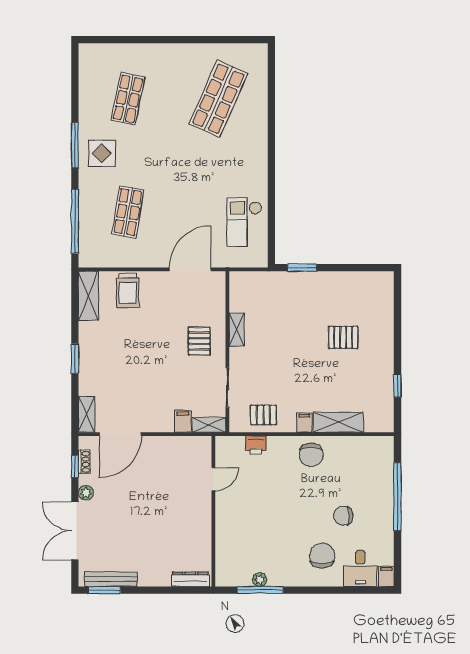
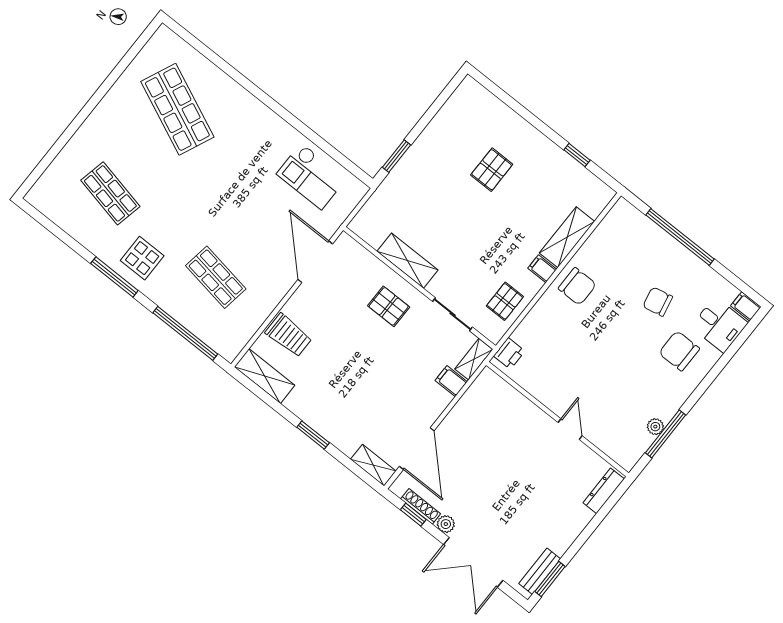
shelving: (237, 330) -> (407, 261), width x1.50, depth x1.33
printer: (256, 445) -> (509, 353), moved
shoe rack: (84, 462) -> (421, 506), width x1.43
door: (213, 479) -> (570, 429), moved
chair: (343, 516) -> (658, 302), turned 78
bench: (111, 579) -> (540, 571), width x0.73

